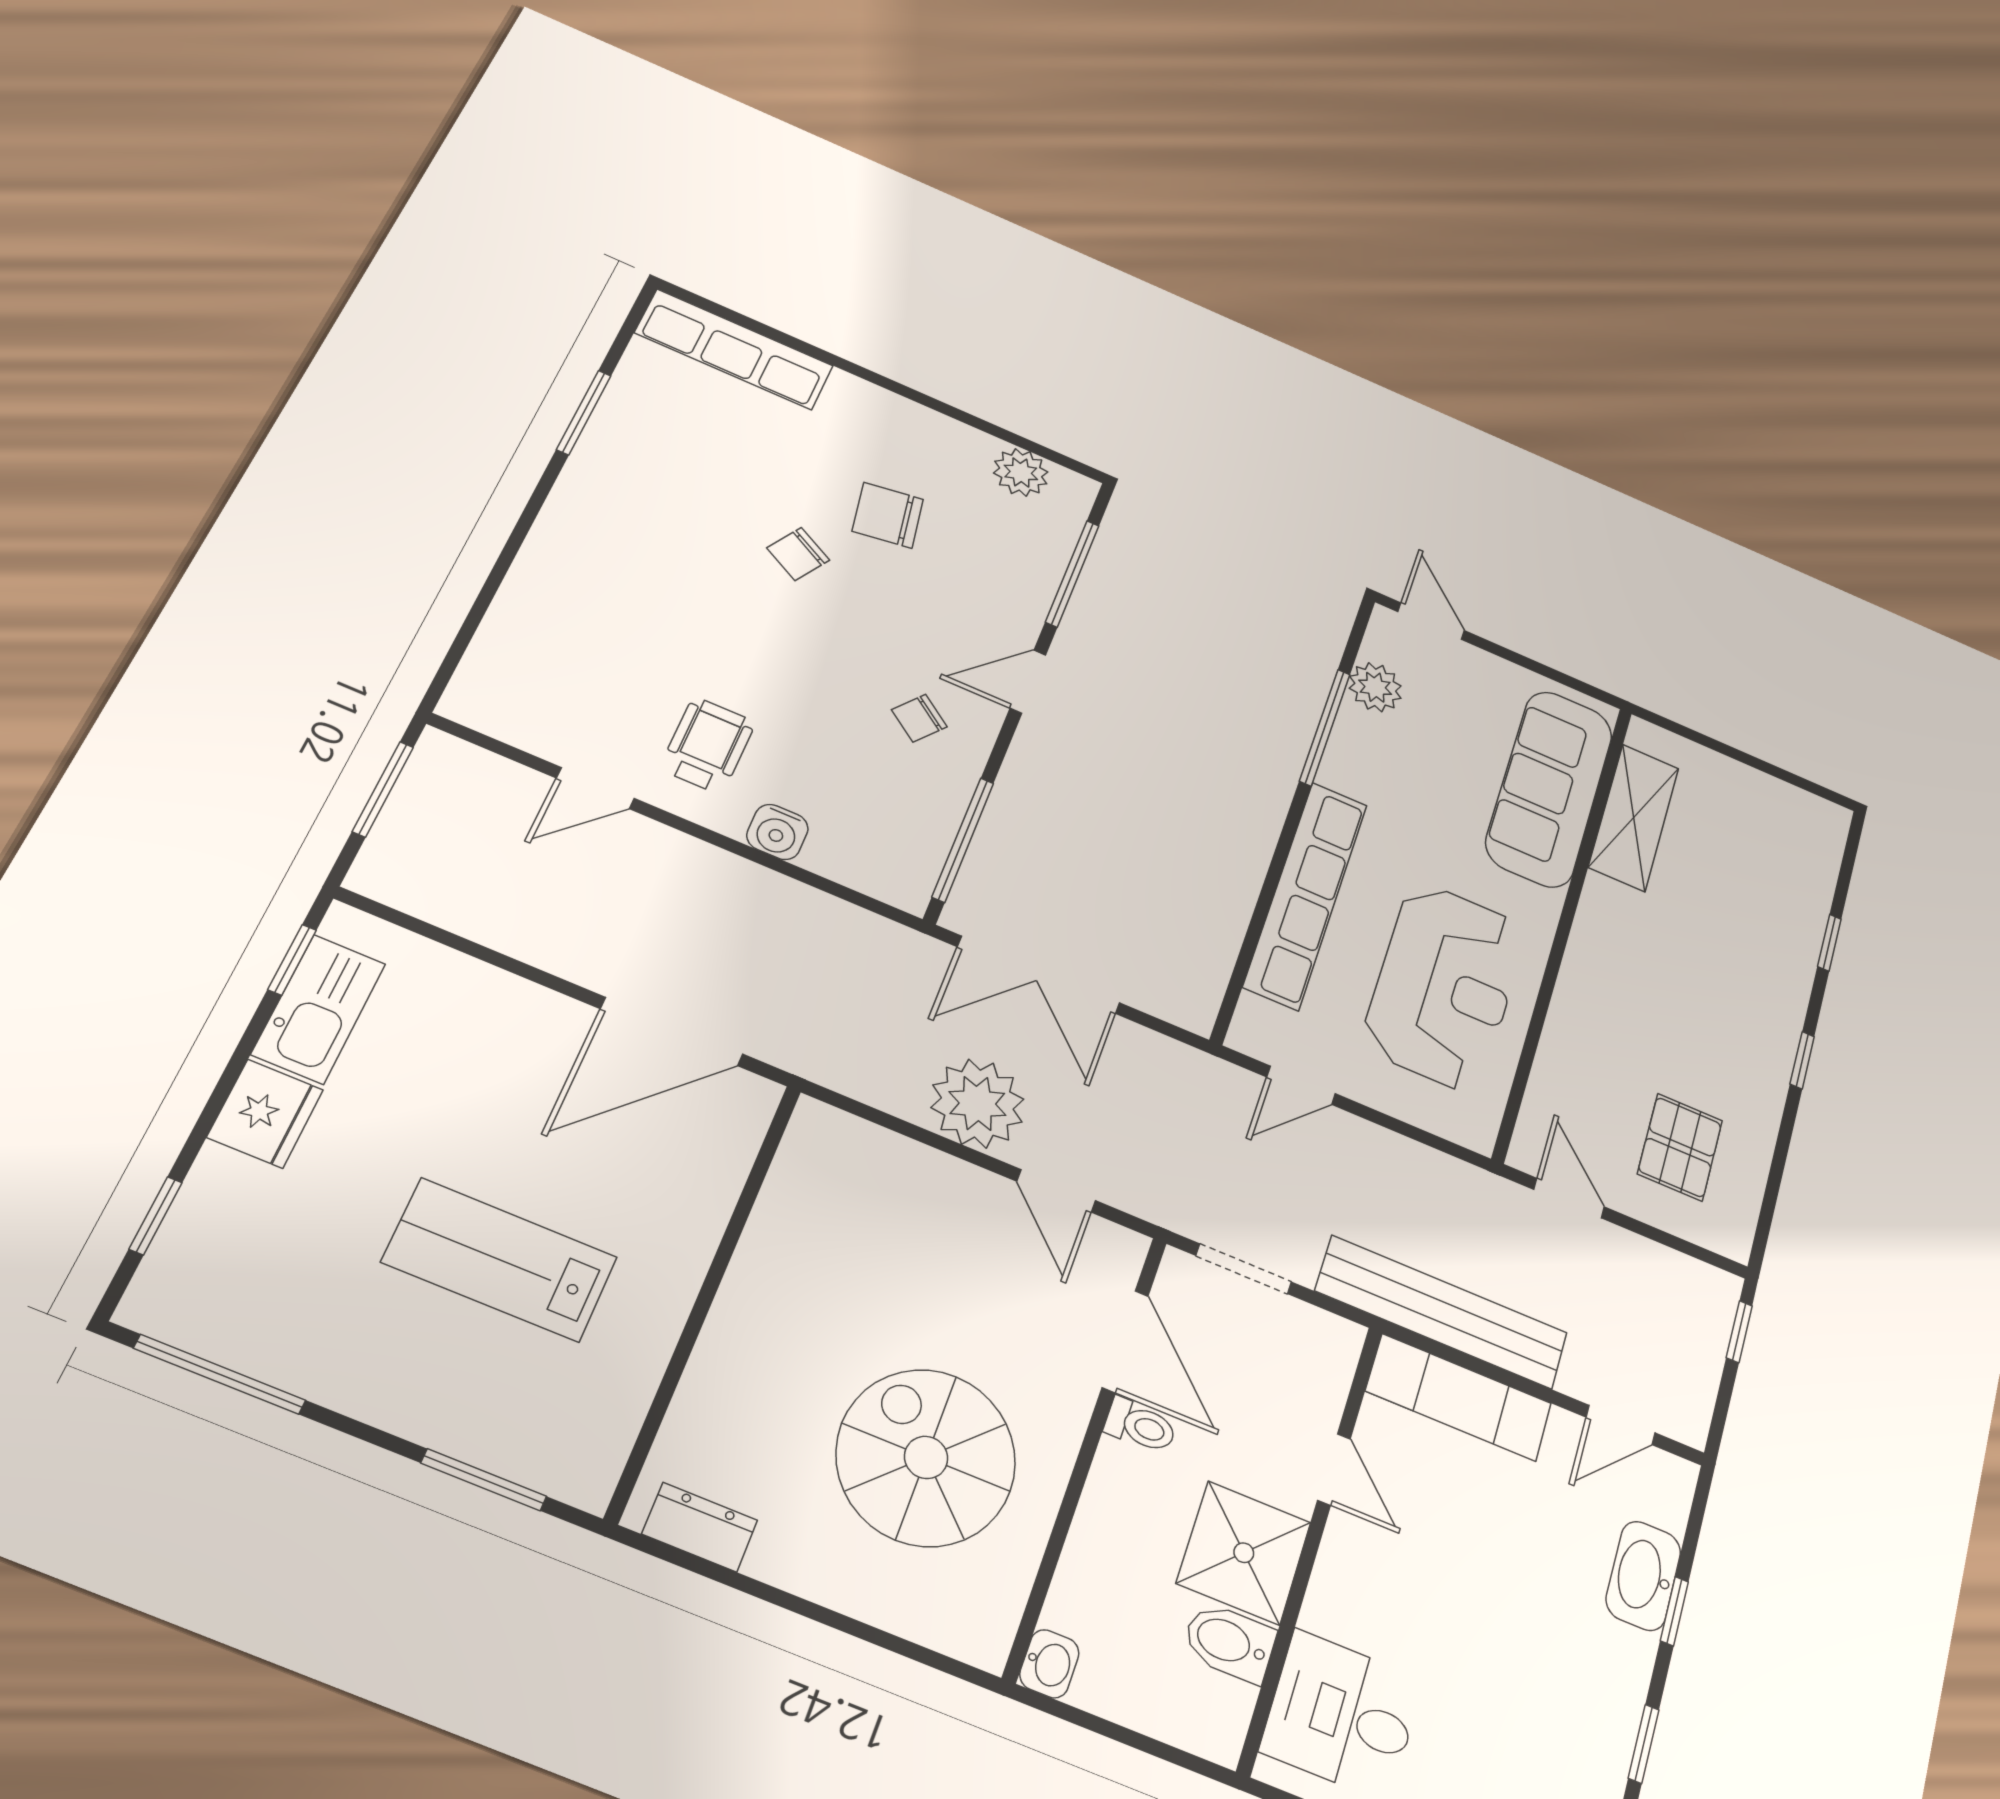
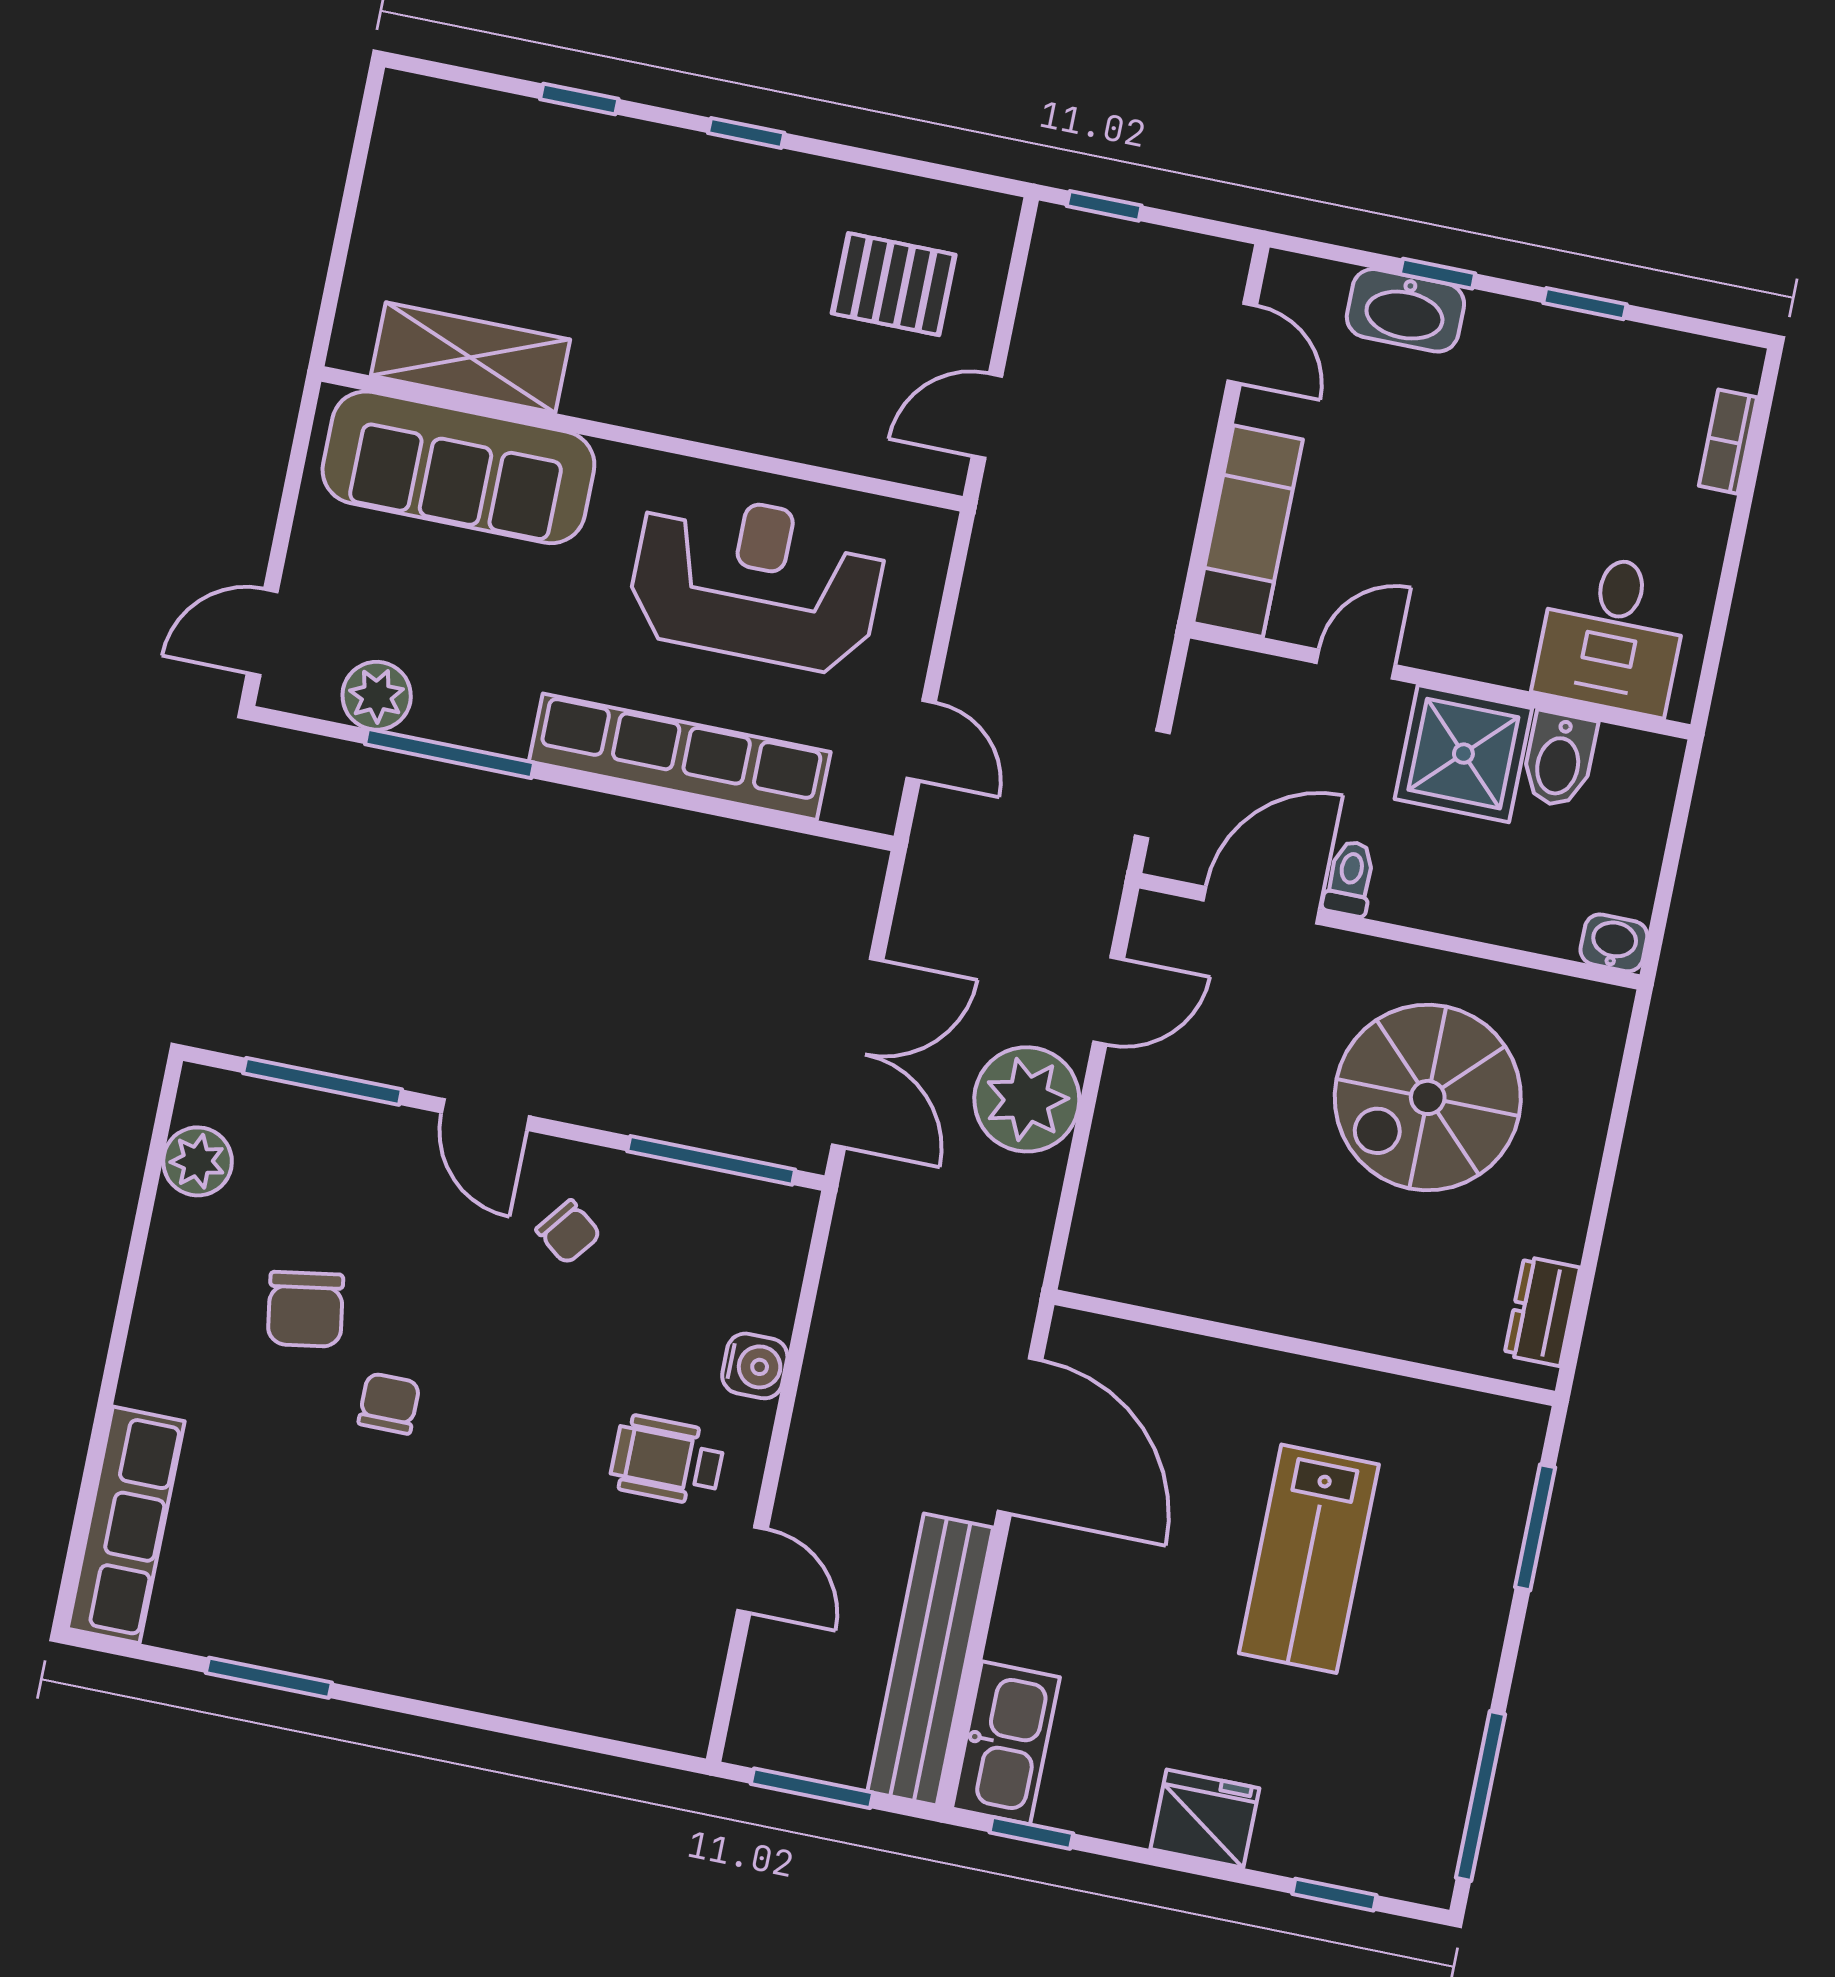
chair: (798, 554) -> (389, 1403), turned -120
kitchen sink: (319, 1009) -> (1006, 1743), moved, turned 90
bench: (1442, 1312) -> (930, 1659), moved

